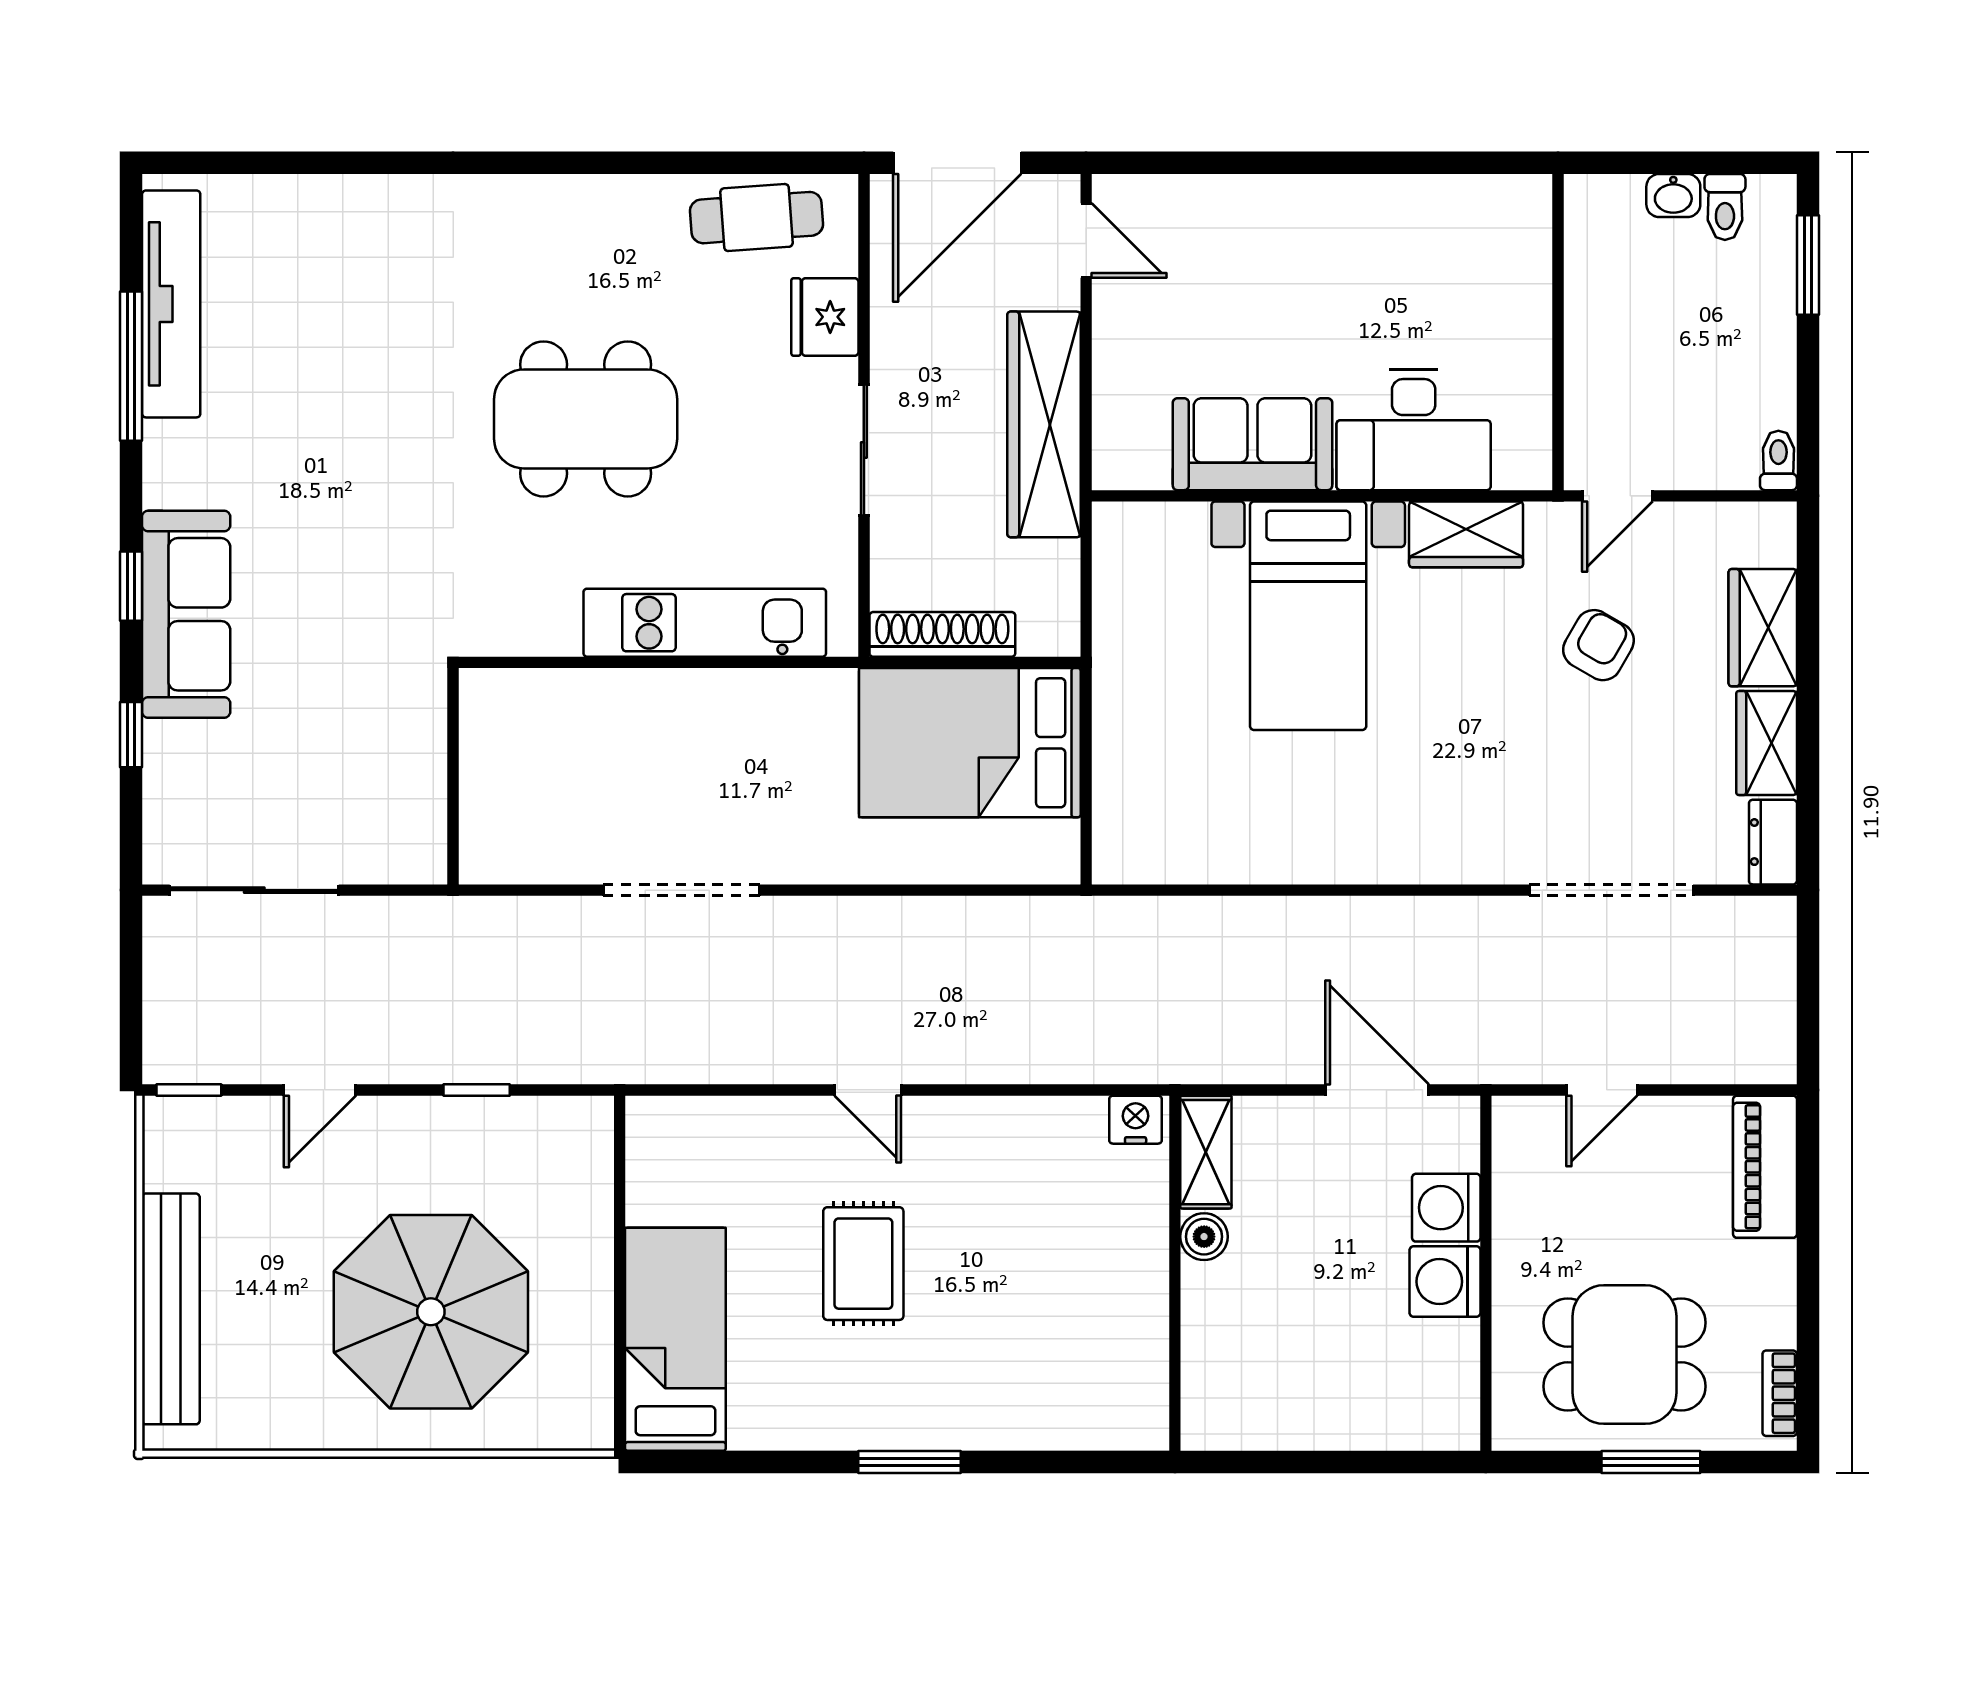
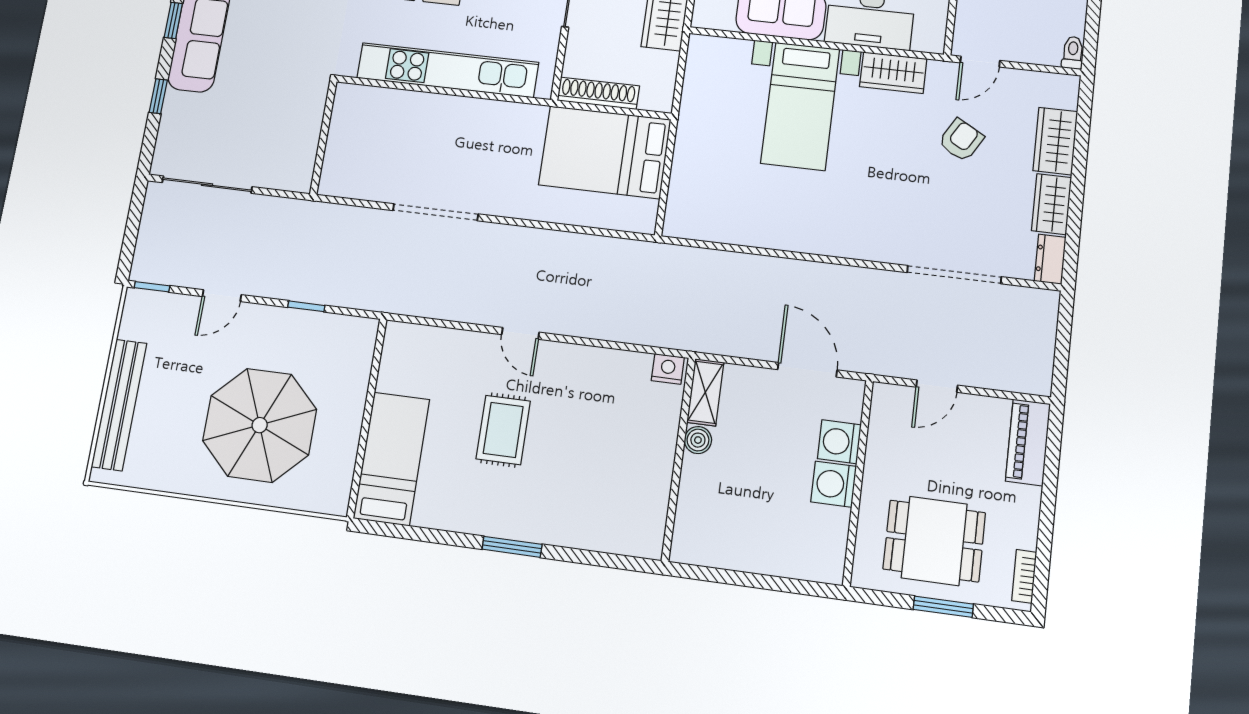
kitchen unit: (705, 623) -> (448, 70), width x1.36

